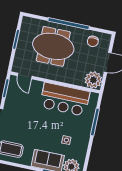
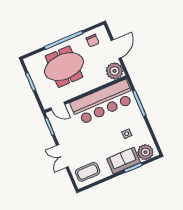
bar counter: (65, 99) -> (103, 102), width x1.36

